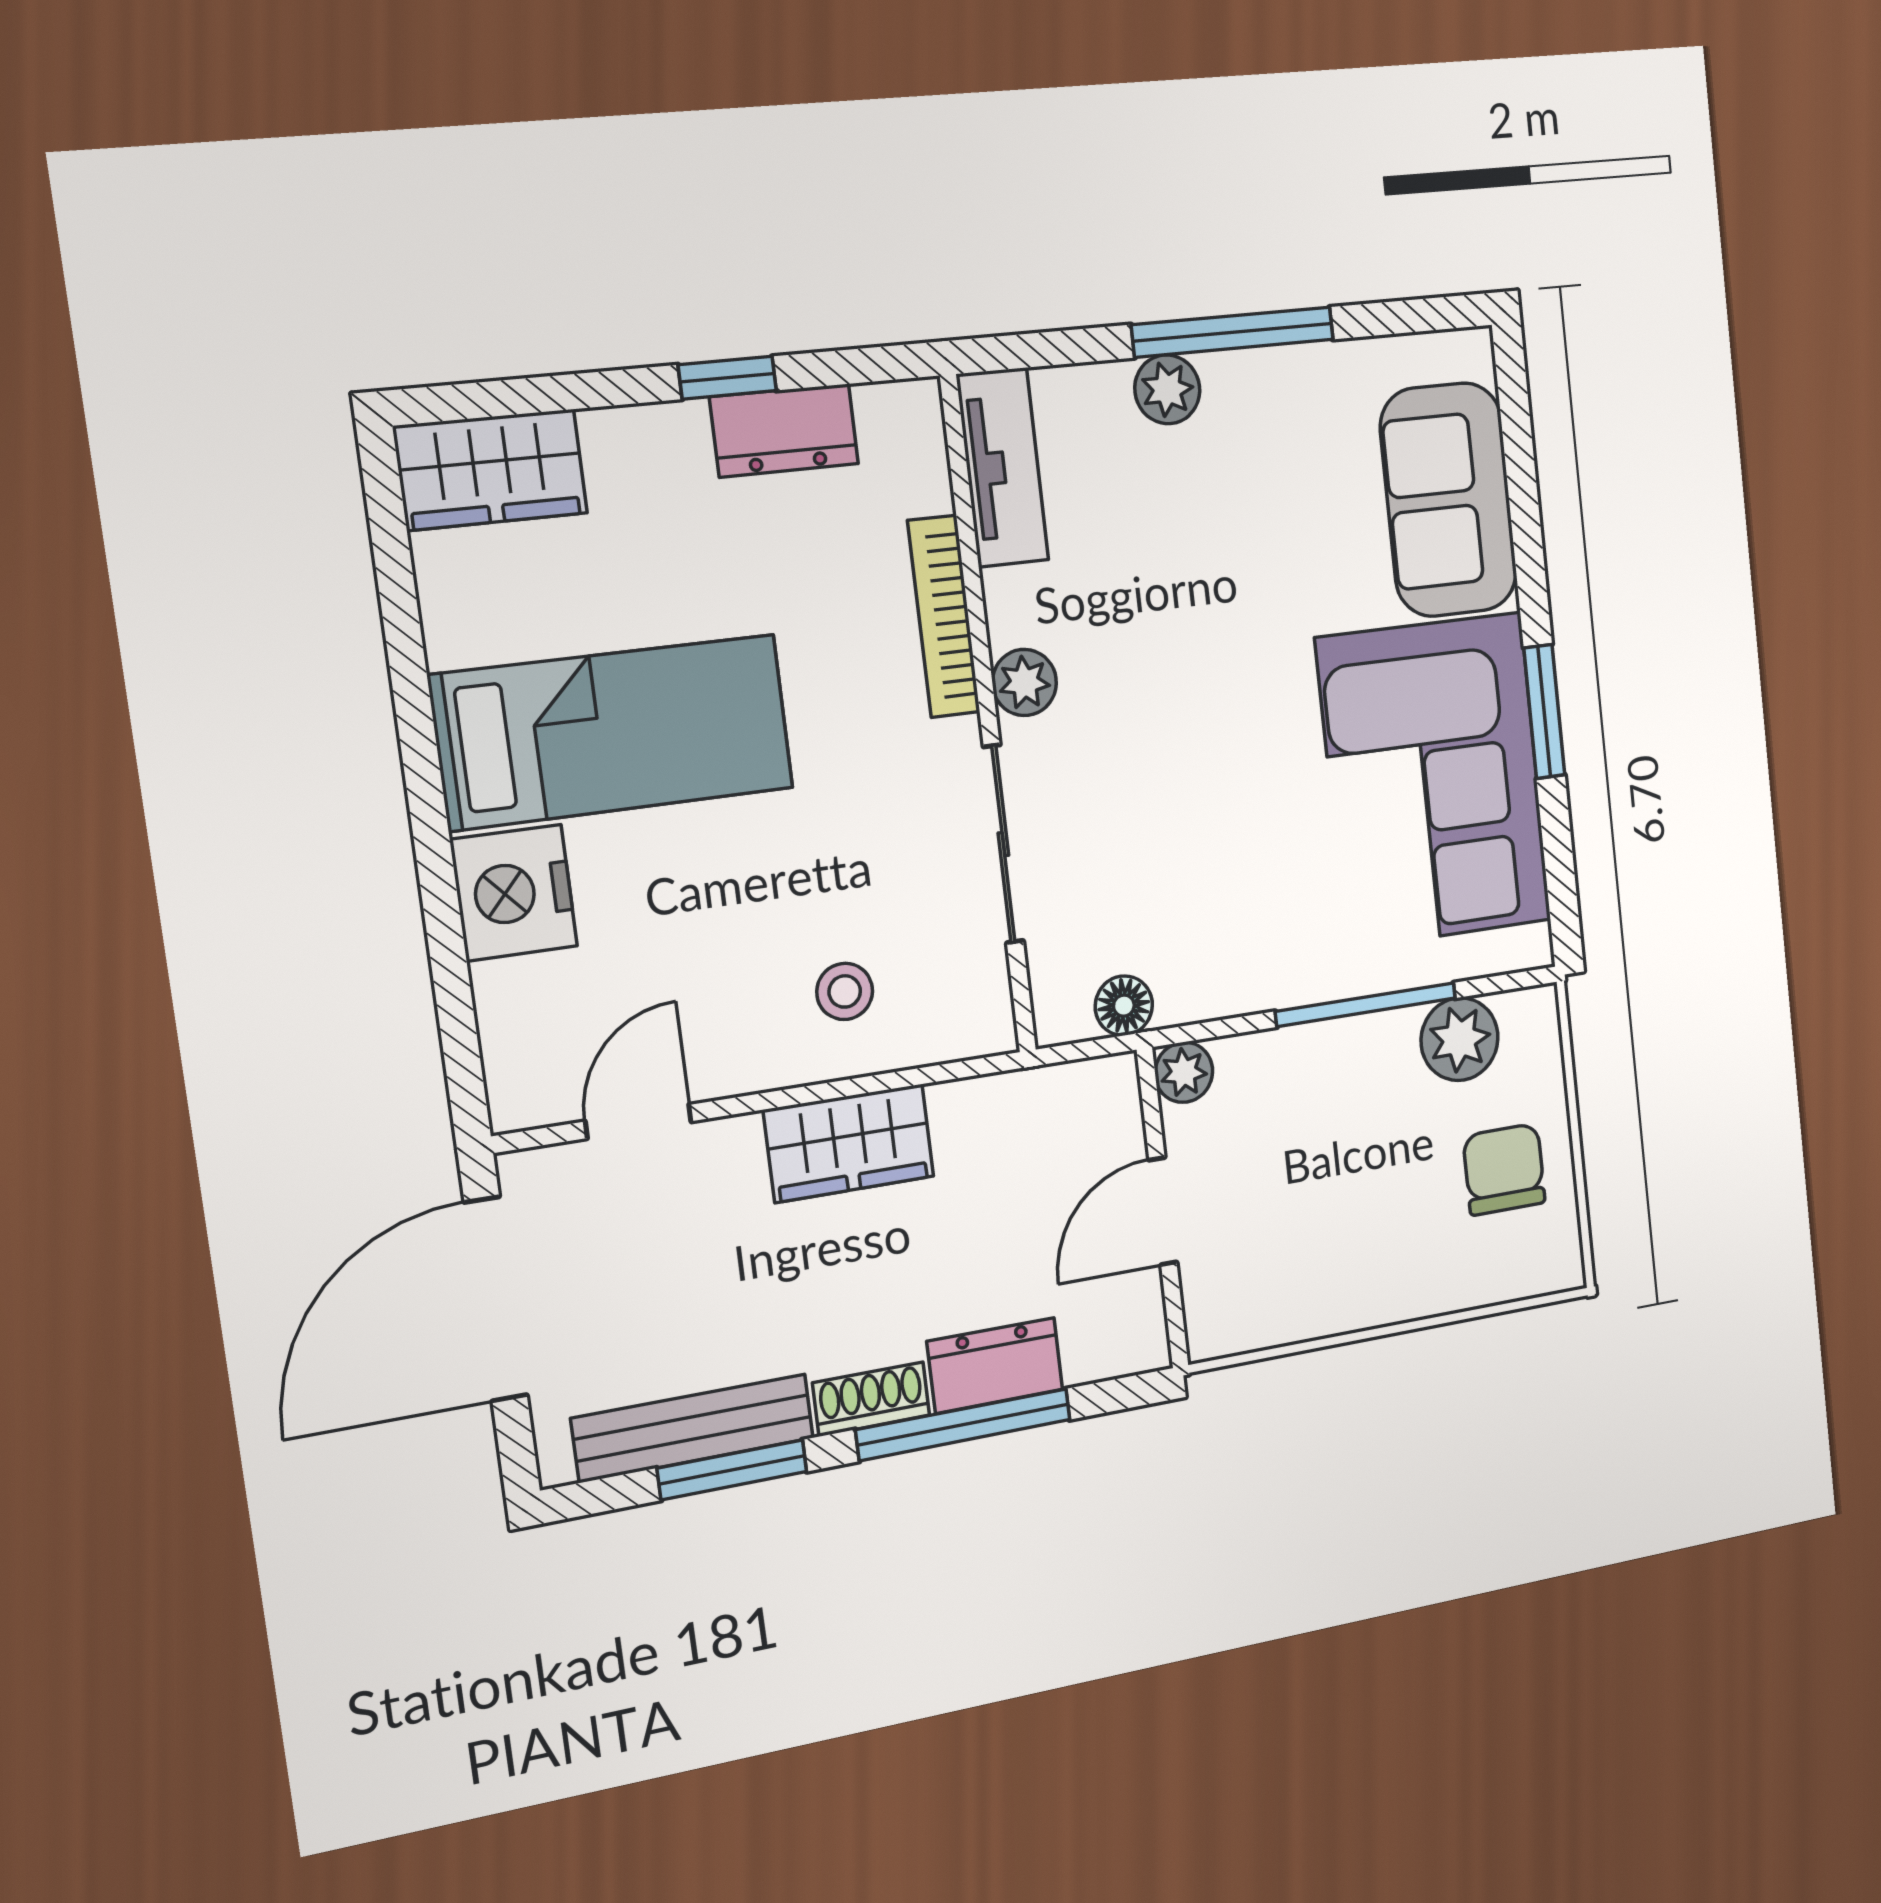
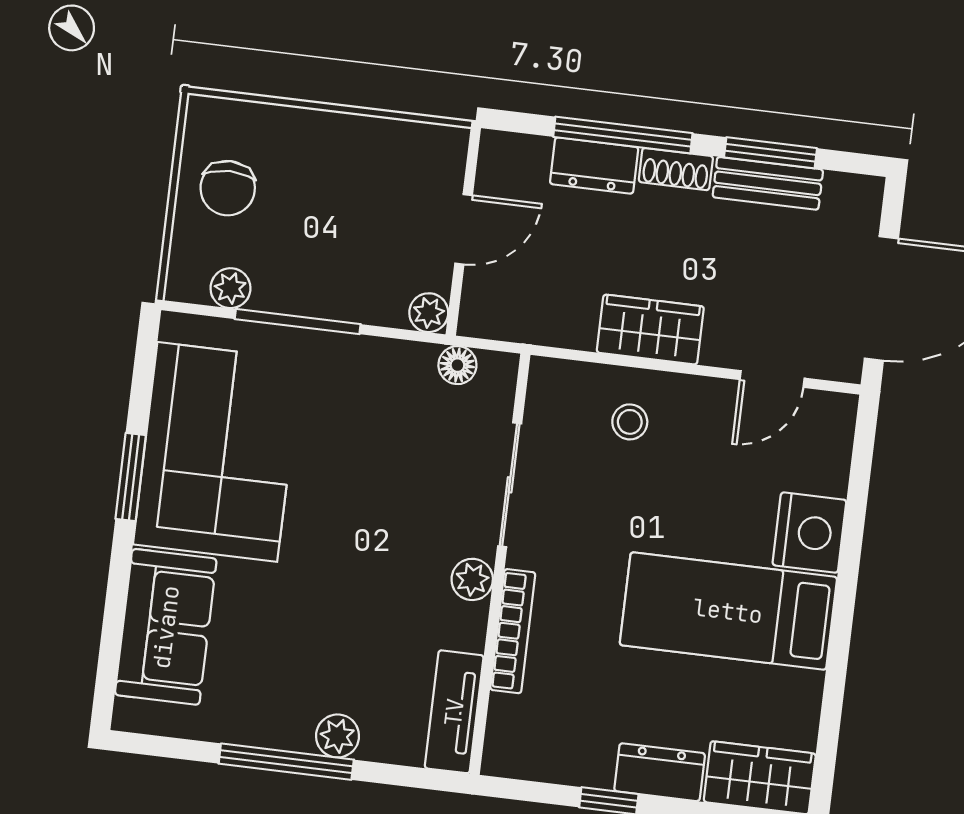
dresser: (784, 430) -> (660, 772), moved
plant: (1460, 1039) -> (230, 288), width x0.73, depth x0.73
bench: (693, 1428) -> (768, 183), width x0.73

